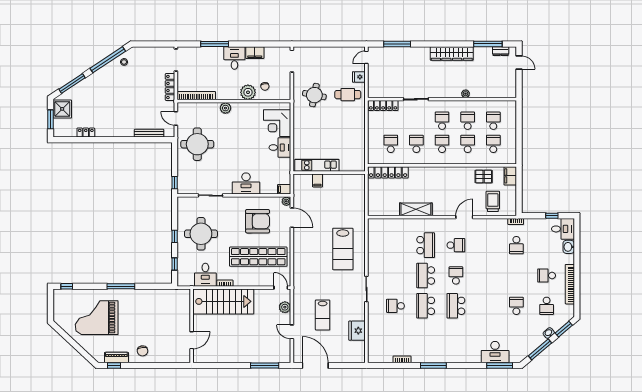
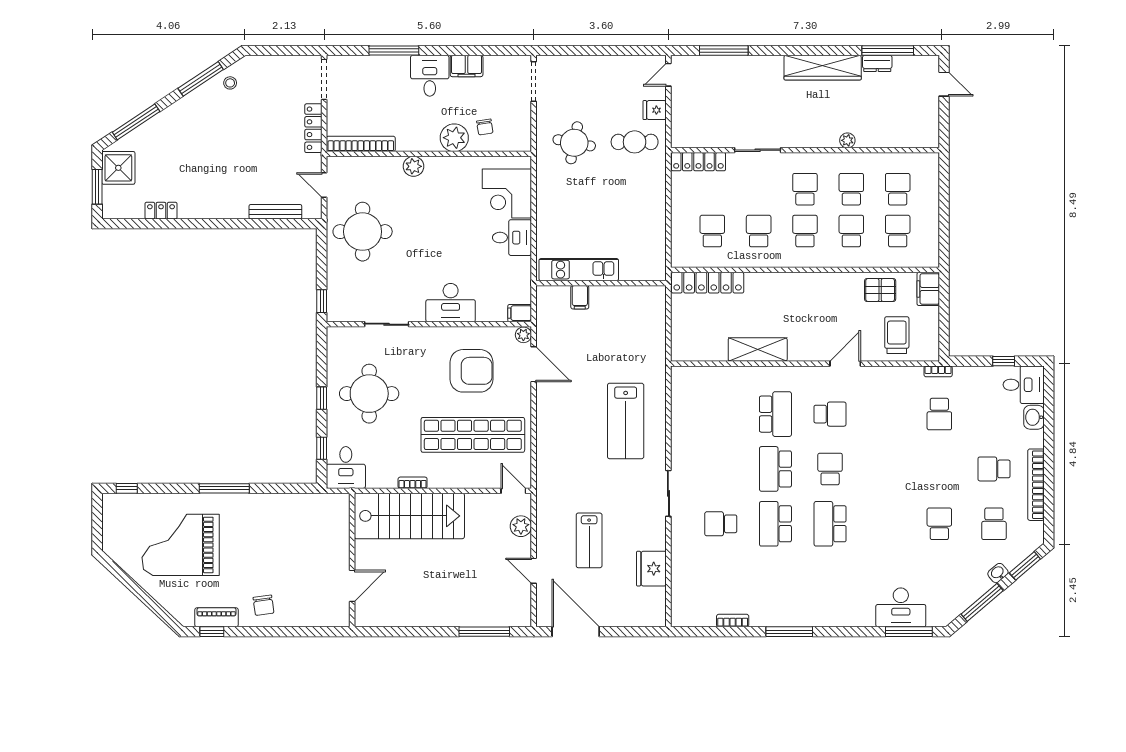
dresser: (501, 51) -> (877, 63), moved
window: (108, 60) -> (201, 79), width x0.68
desk: (205, 275) -> (346, 468), moved

